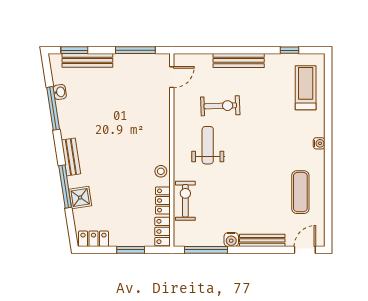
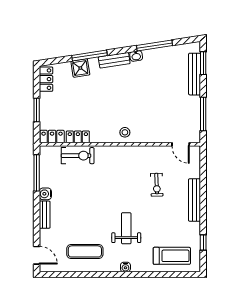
washbasin: (60, 92) -> (136, 56), moved
exercise bike: (220, 106) -> (157, 185), width x0.73, depth x0.72
weight bench: (208, 145) -> (126, 228), moved, turned -90
stool: (161, 171) -> (125, 132), moved
bench: (262, 240) -> (45, 215), width x0.73

